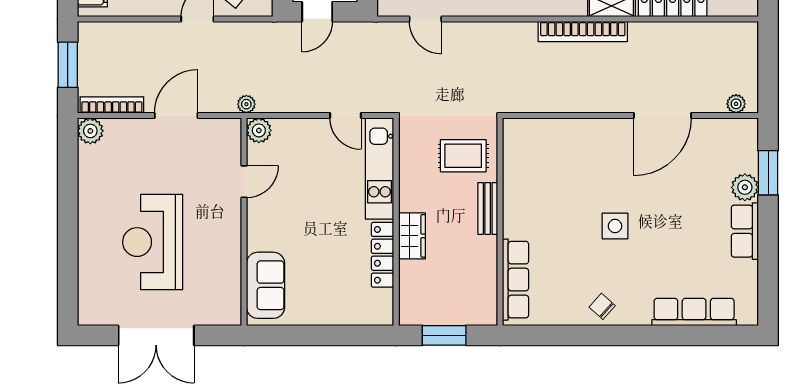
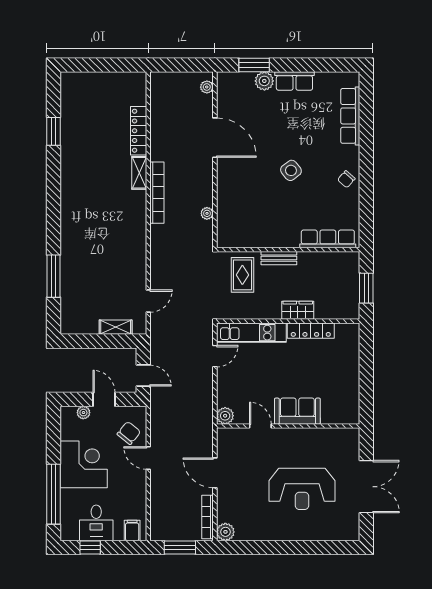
plant: (246, 104) -> (207, 213), moved
side table: (615, 226) -> (291, 170), turned -38
sofa: (266, 285) -> (297, 411), moved

